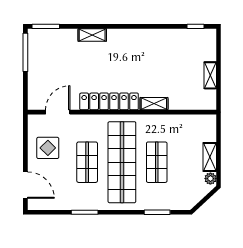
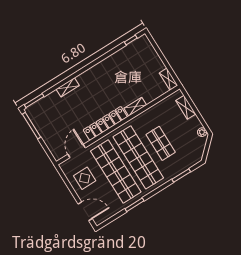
shelving: (210, 75) -> (169, 79), moved
shelving: (210, 157) -> (186, 107), moved
shop shelf: (87, 162) -> (116, 171), width x2.00, depth x1.36

